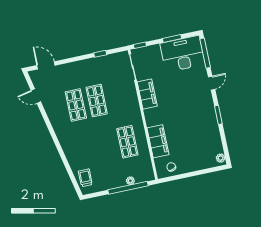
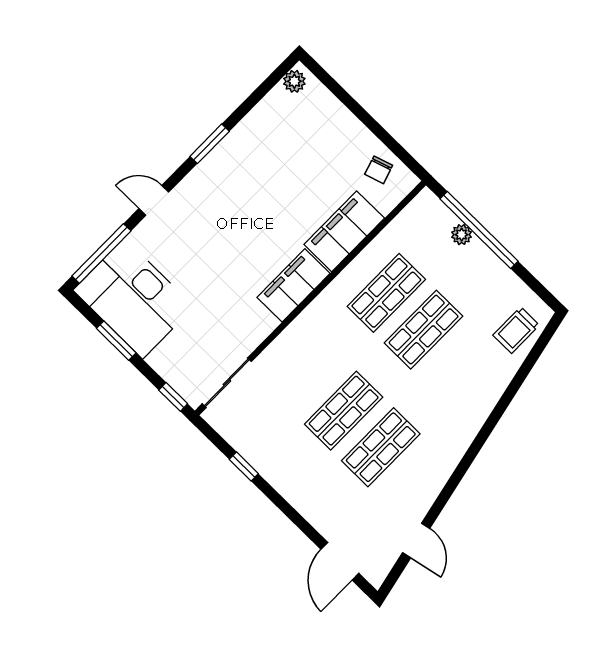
filing cabinet: (147, 94) -> (293, 285), moved
shop shelf: (106, 146) -> (424, 330), added

